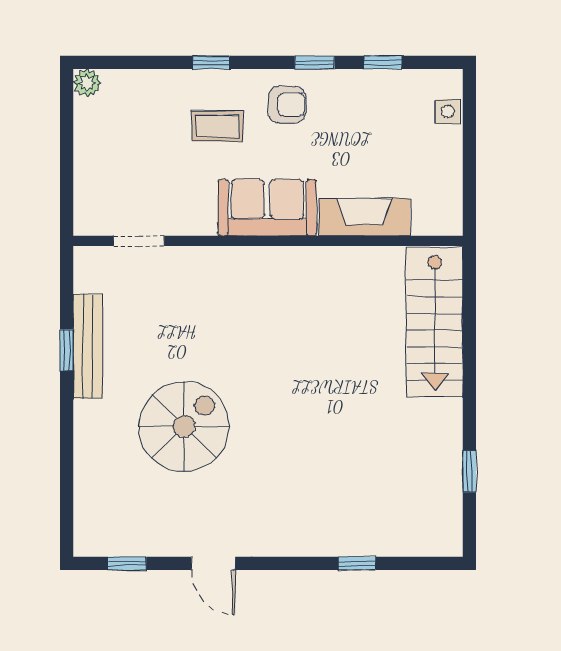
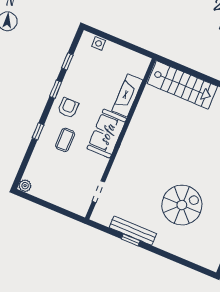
spiral stairs: (184, 426) -> (182, 205), turned 90

